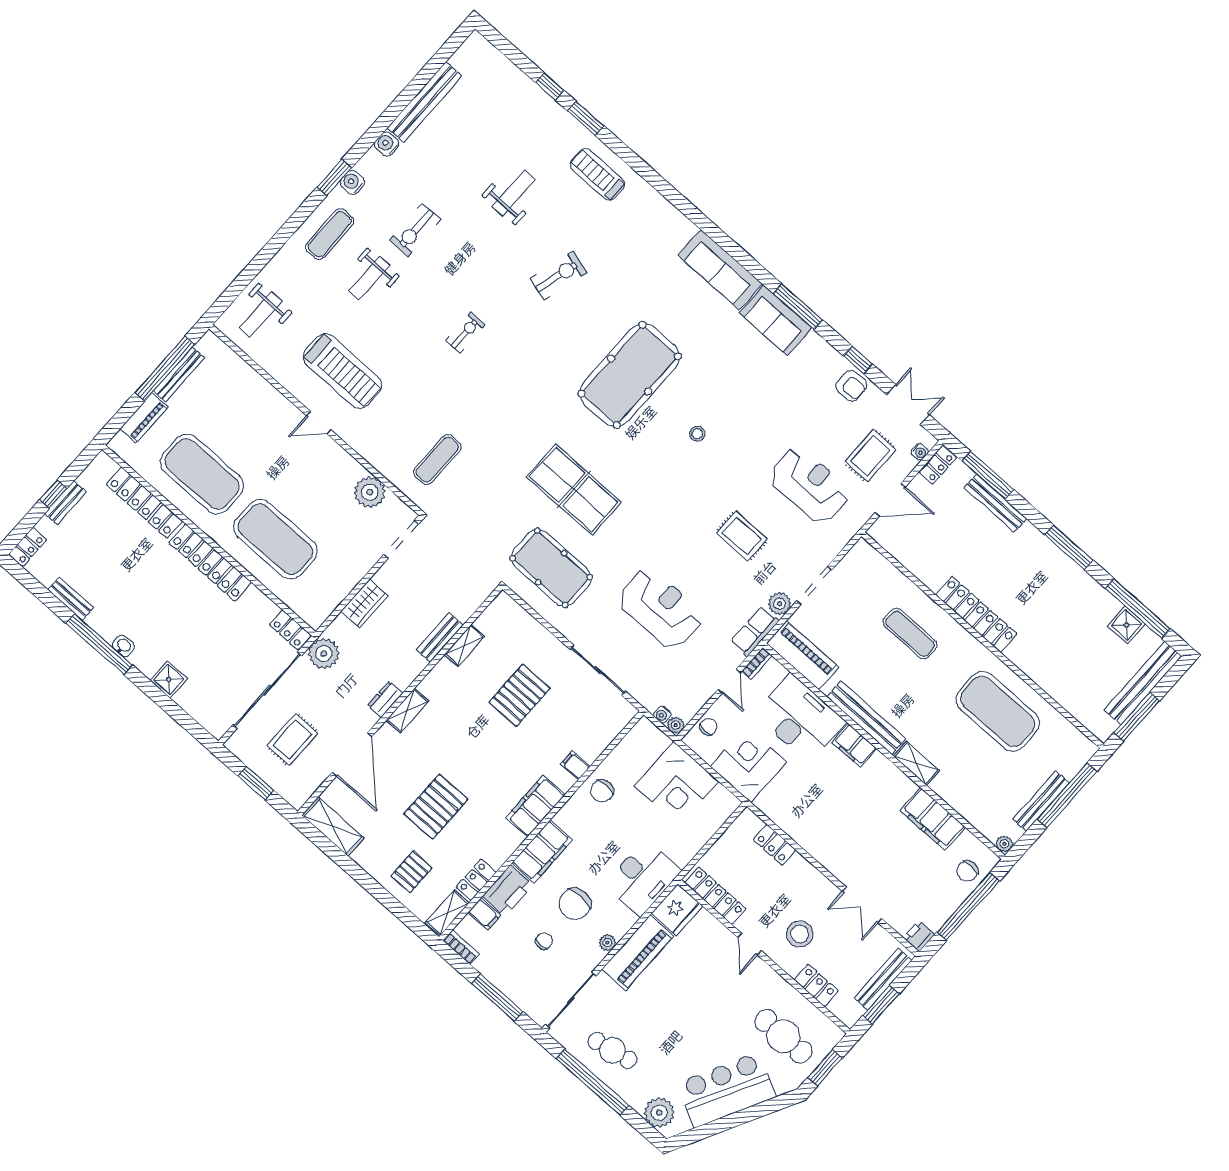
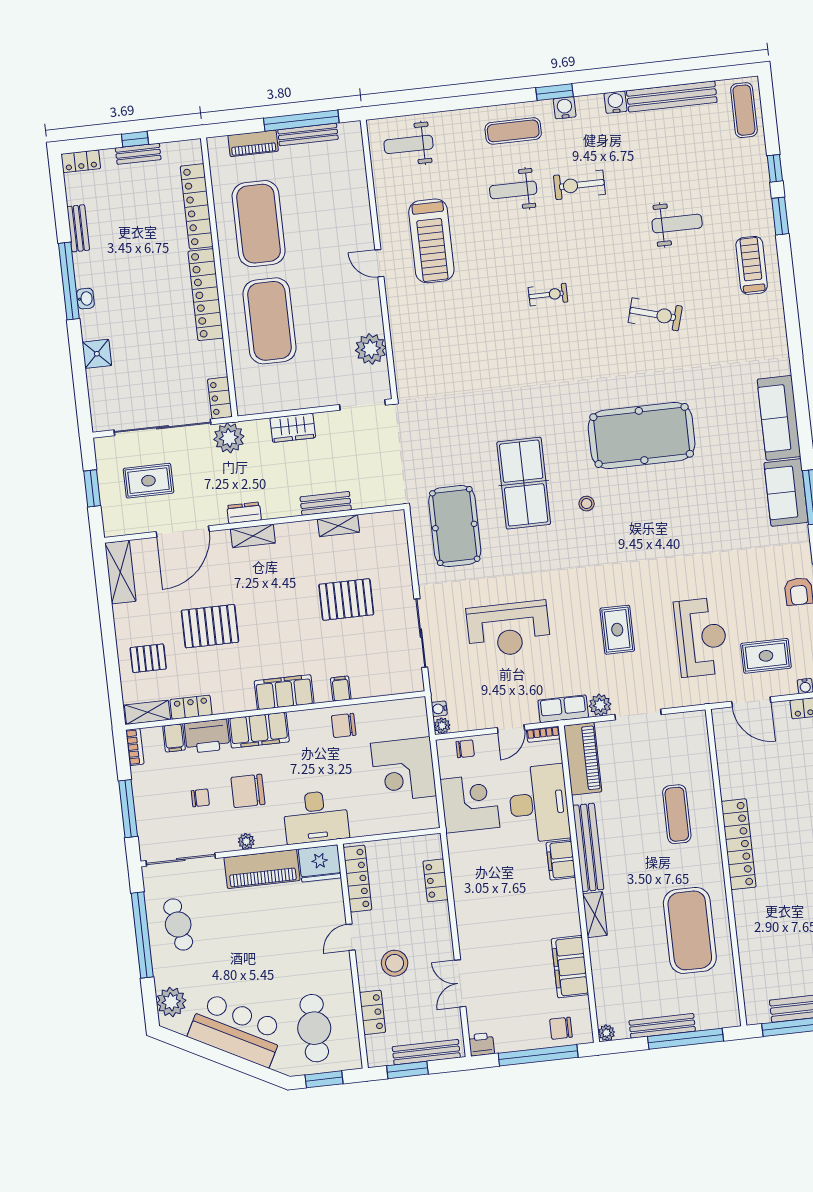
stool: (697, 434) -> (587, 504), moved
exercise mat: (437, 460) -> (744, 110), moved, turned 90
reception desk: (660, 609) -> (508, 629), turned 90

